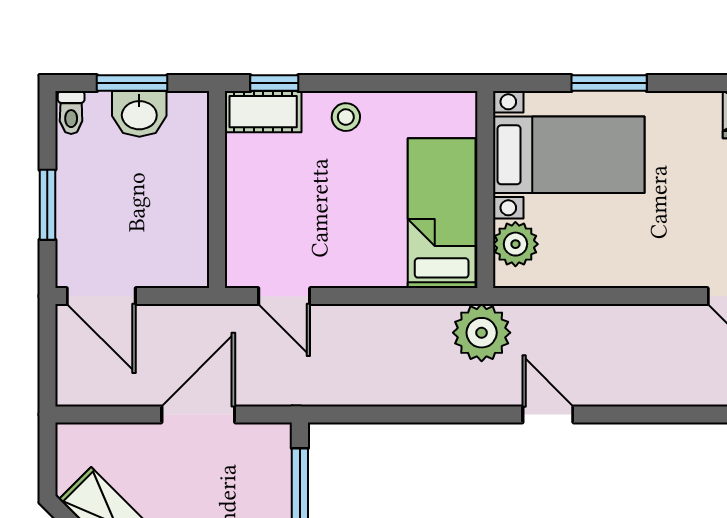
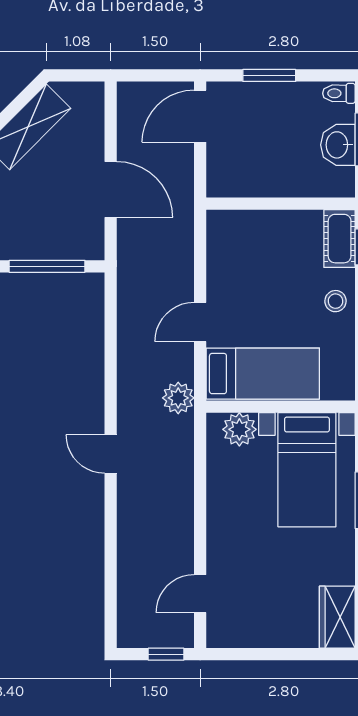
door: (284, 296) -> (200, 322), moved
plant: (482, 333) -> (178, 398), width x0.73, depth x0.73
door: (548, 414) -> (111, 454), swing flipped

